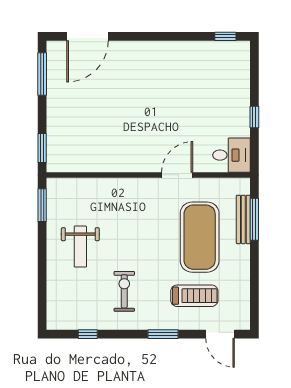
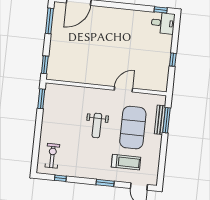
desk: (231, 155) -> (163, 23), moved
weight bench: (80, 247) -> (97, 125), moved
exercise bike: (124, 291) -> (52, 156), moved

